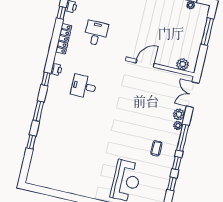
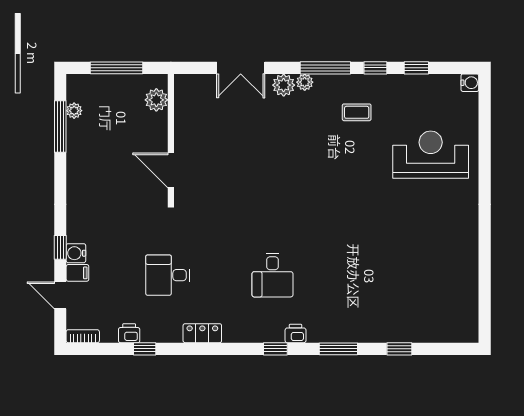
locker: (64, 39) -> (202, 333), width x0.66
door: (145, 63) -> (171, 170), moved
plant: (183, 64) -> (156, 100), moved
wall: (162, 67) -> (171, 138), moved
printer: (56, 69) -> (296, 333), moved

